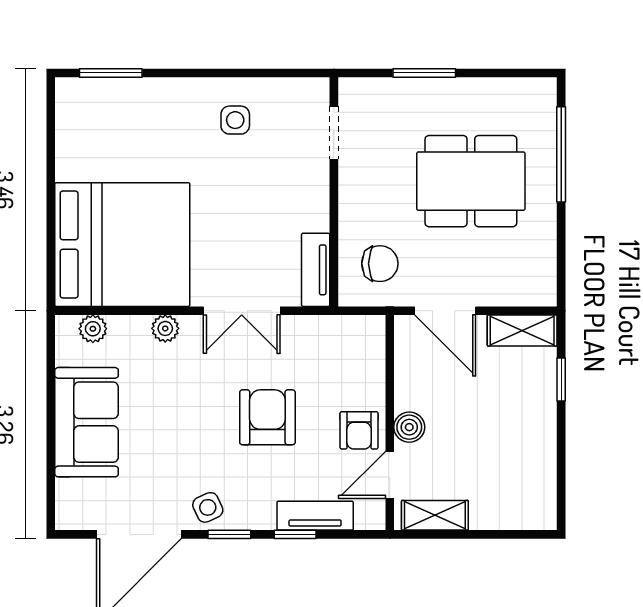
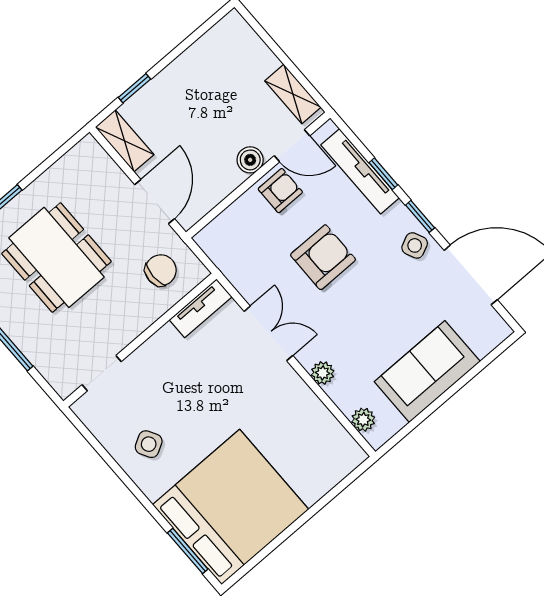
side table: (235, 120) -> (149, 444), turned -30
bed: (122, 245) -> (231, 507), moved, turned 90
chair: (380, 264) -> (161, 270), turned 90
armchair: (267, 417) -> (323, 257), turned 180
tv unit: (315, 516) -> (360, 171), width x1.41

